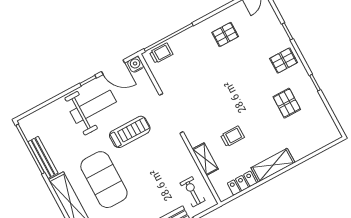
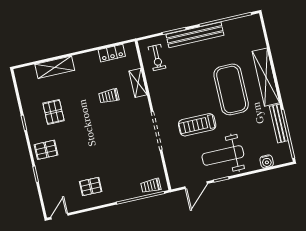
water cooler: (136, 64) -> (267, 161), moved
door: (113, 67) -> (196, 185), swing flipped
shelving: (273, 165) -> (55, 67), moved

